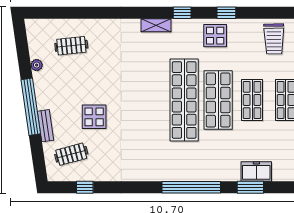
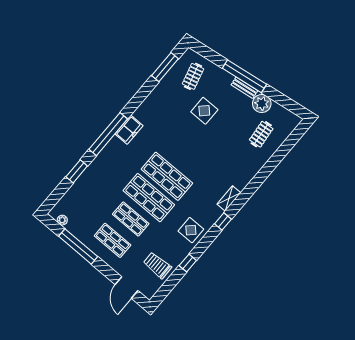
window: (226, 13) -> (188, 263), moved
plant: (37, 65) -> (262, 104), width x1.87, depth x1.87
shop shelf: (184, 100) -> (167, 176), width x0.71
bench: (45, 126) -> (244, 88), moved
freezer: (256, 172) -> (129, 130), moved
window: (85, 187) -> (165, 67), width x2.17

